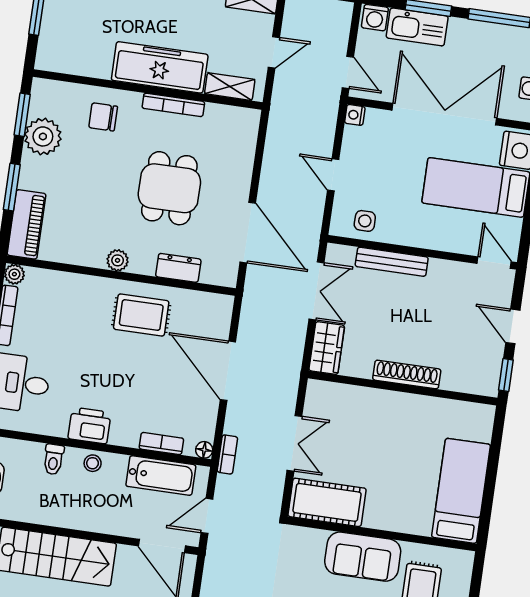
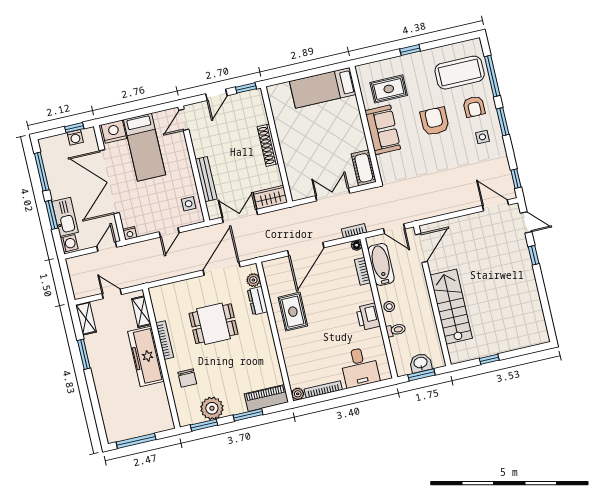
plant: (118, 260) -> (253, 280), moved
cot: (327, 502) -> (364, 168), width x0.73, depth x0.75

